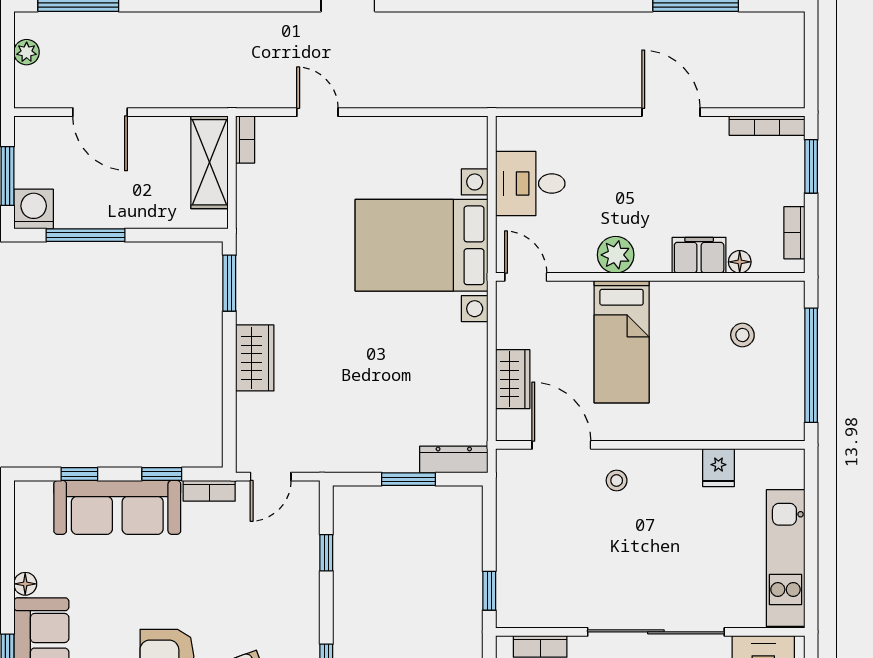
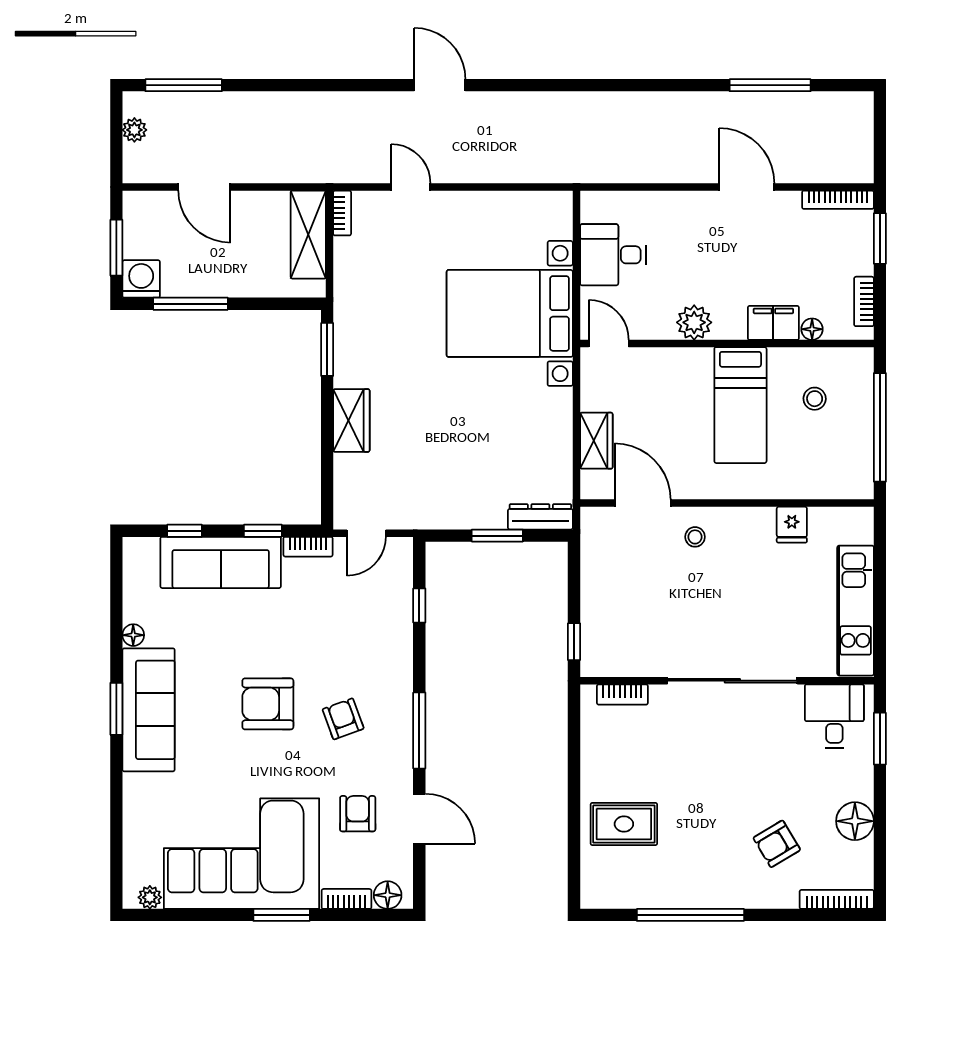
bed: (622, 342) -> (740, 405), moved

